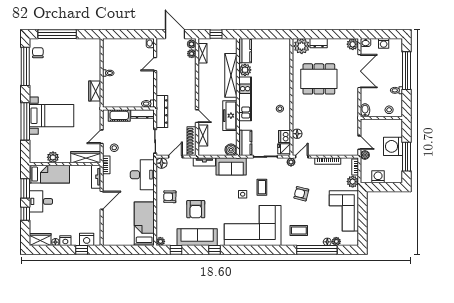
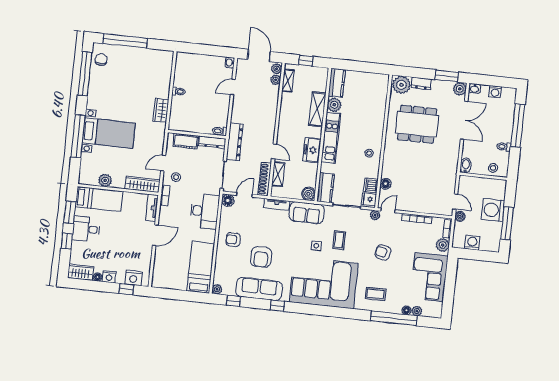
window: (340, 34) -> (447, 76), added
shelving: (231, 75) -> (317, 109), width x0.68
freezer: (230, 116) -> (312, 150), width x0.71

